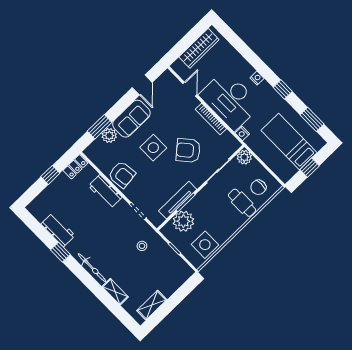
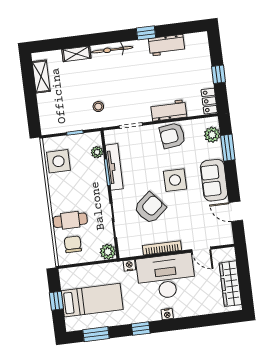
plant: (109, 135) -> (212, 135), moved
plant: (183, 221) -> (97, 152), width x0.53, depth x0.53

